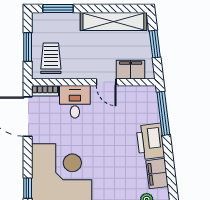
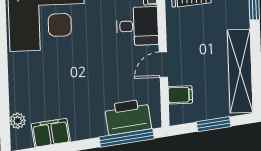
filing cabinet: (131, 70) -> (180, 95), width x0.50
printer: (150, 141) -> (128, 117), moved

